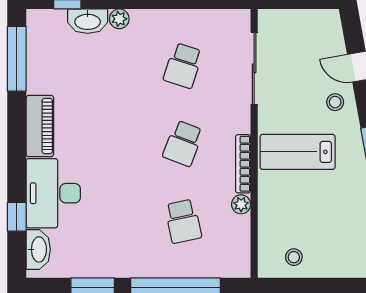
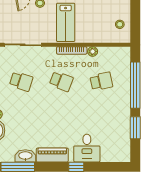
desk: (53, 193) -> (87, 148), width x0.73
window: (17, 217) -> (76, 167), moved
washbasin: (38, 249) -> (25, 156), moved

